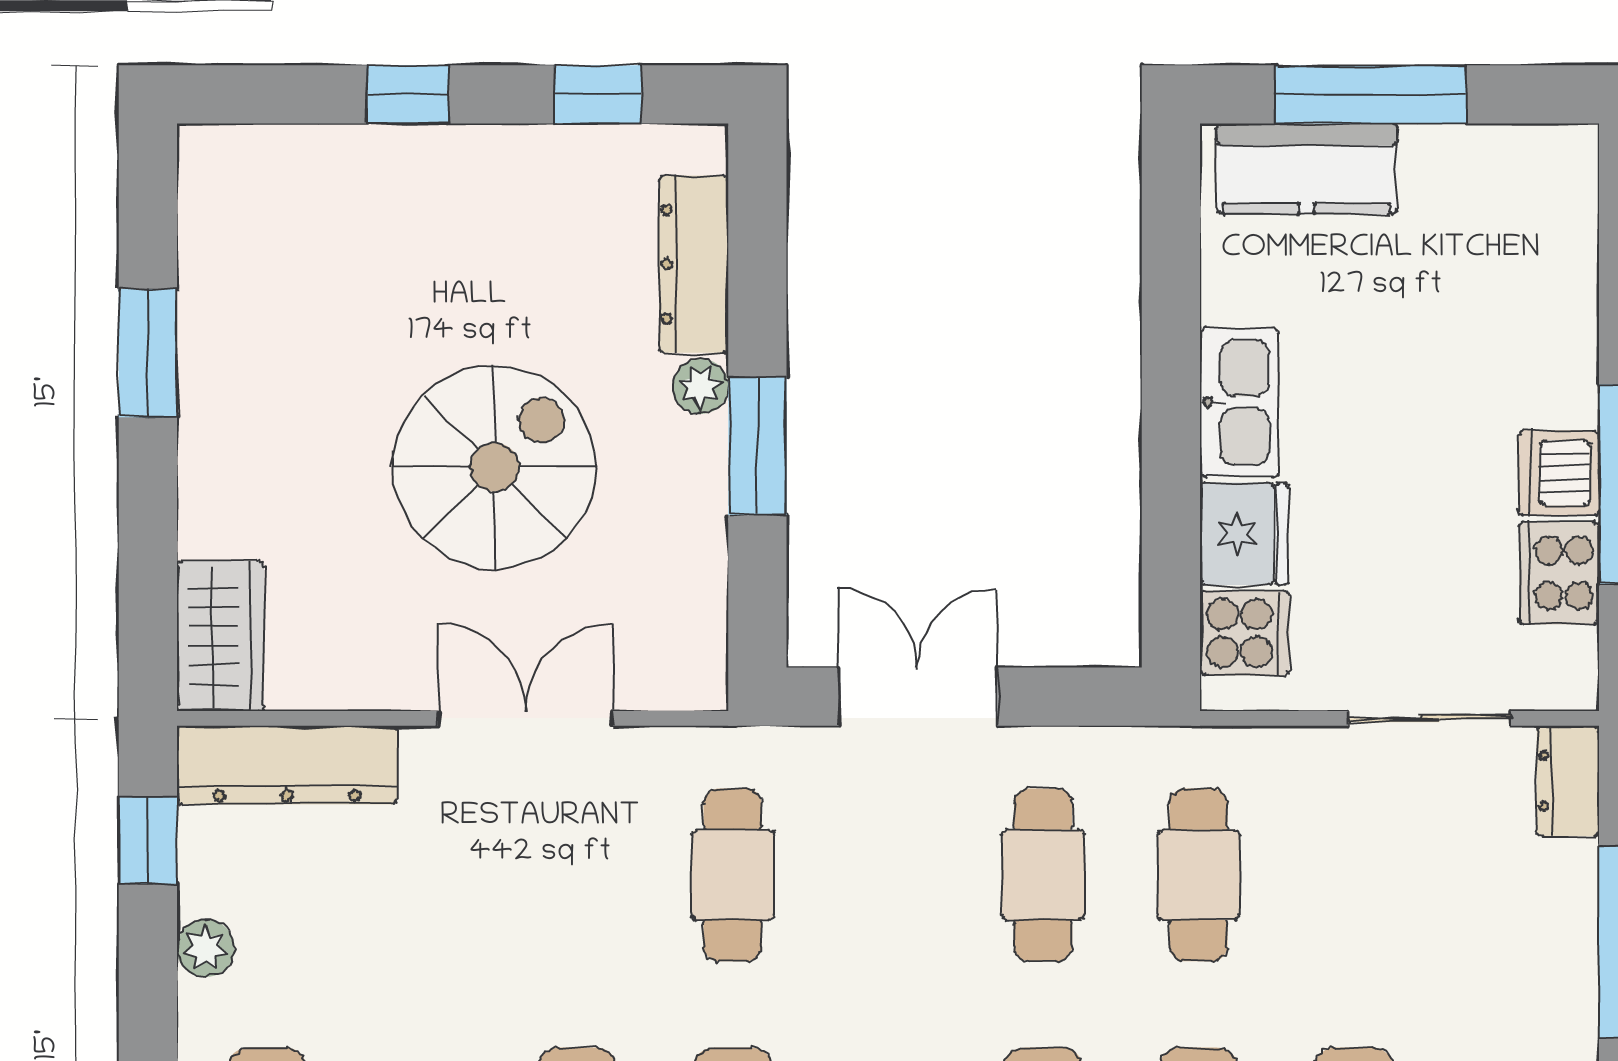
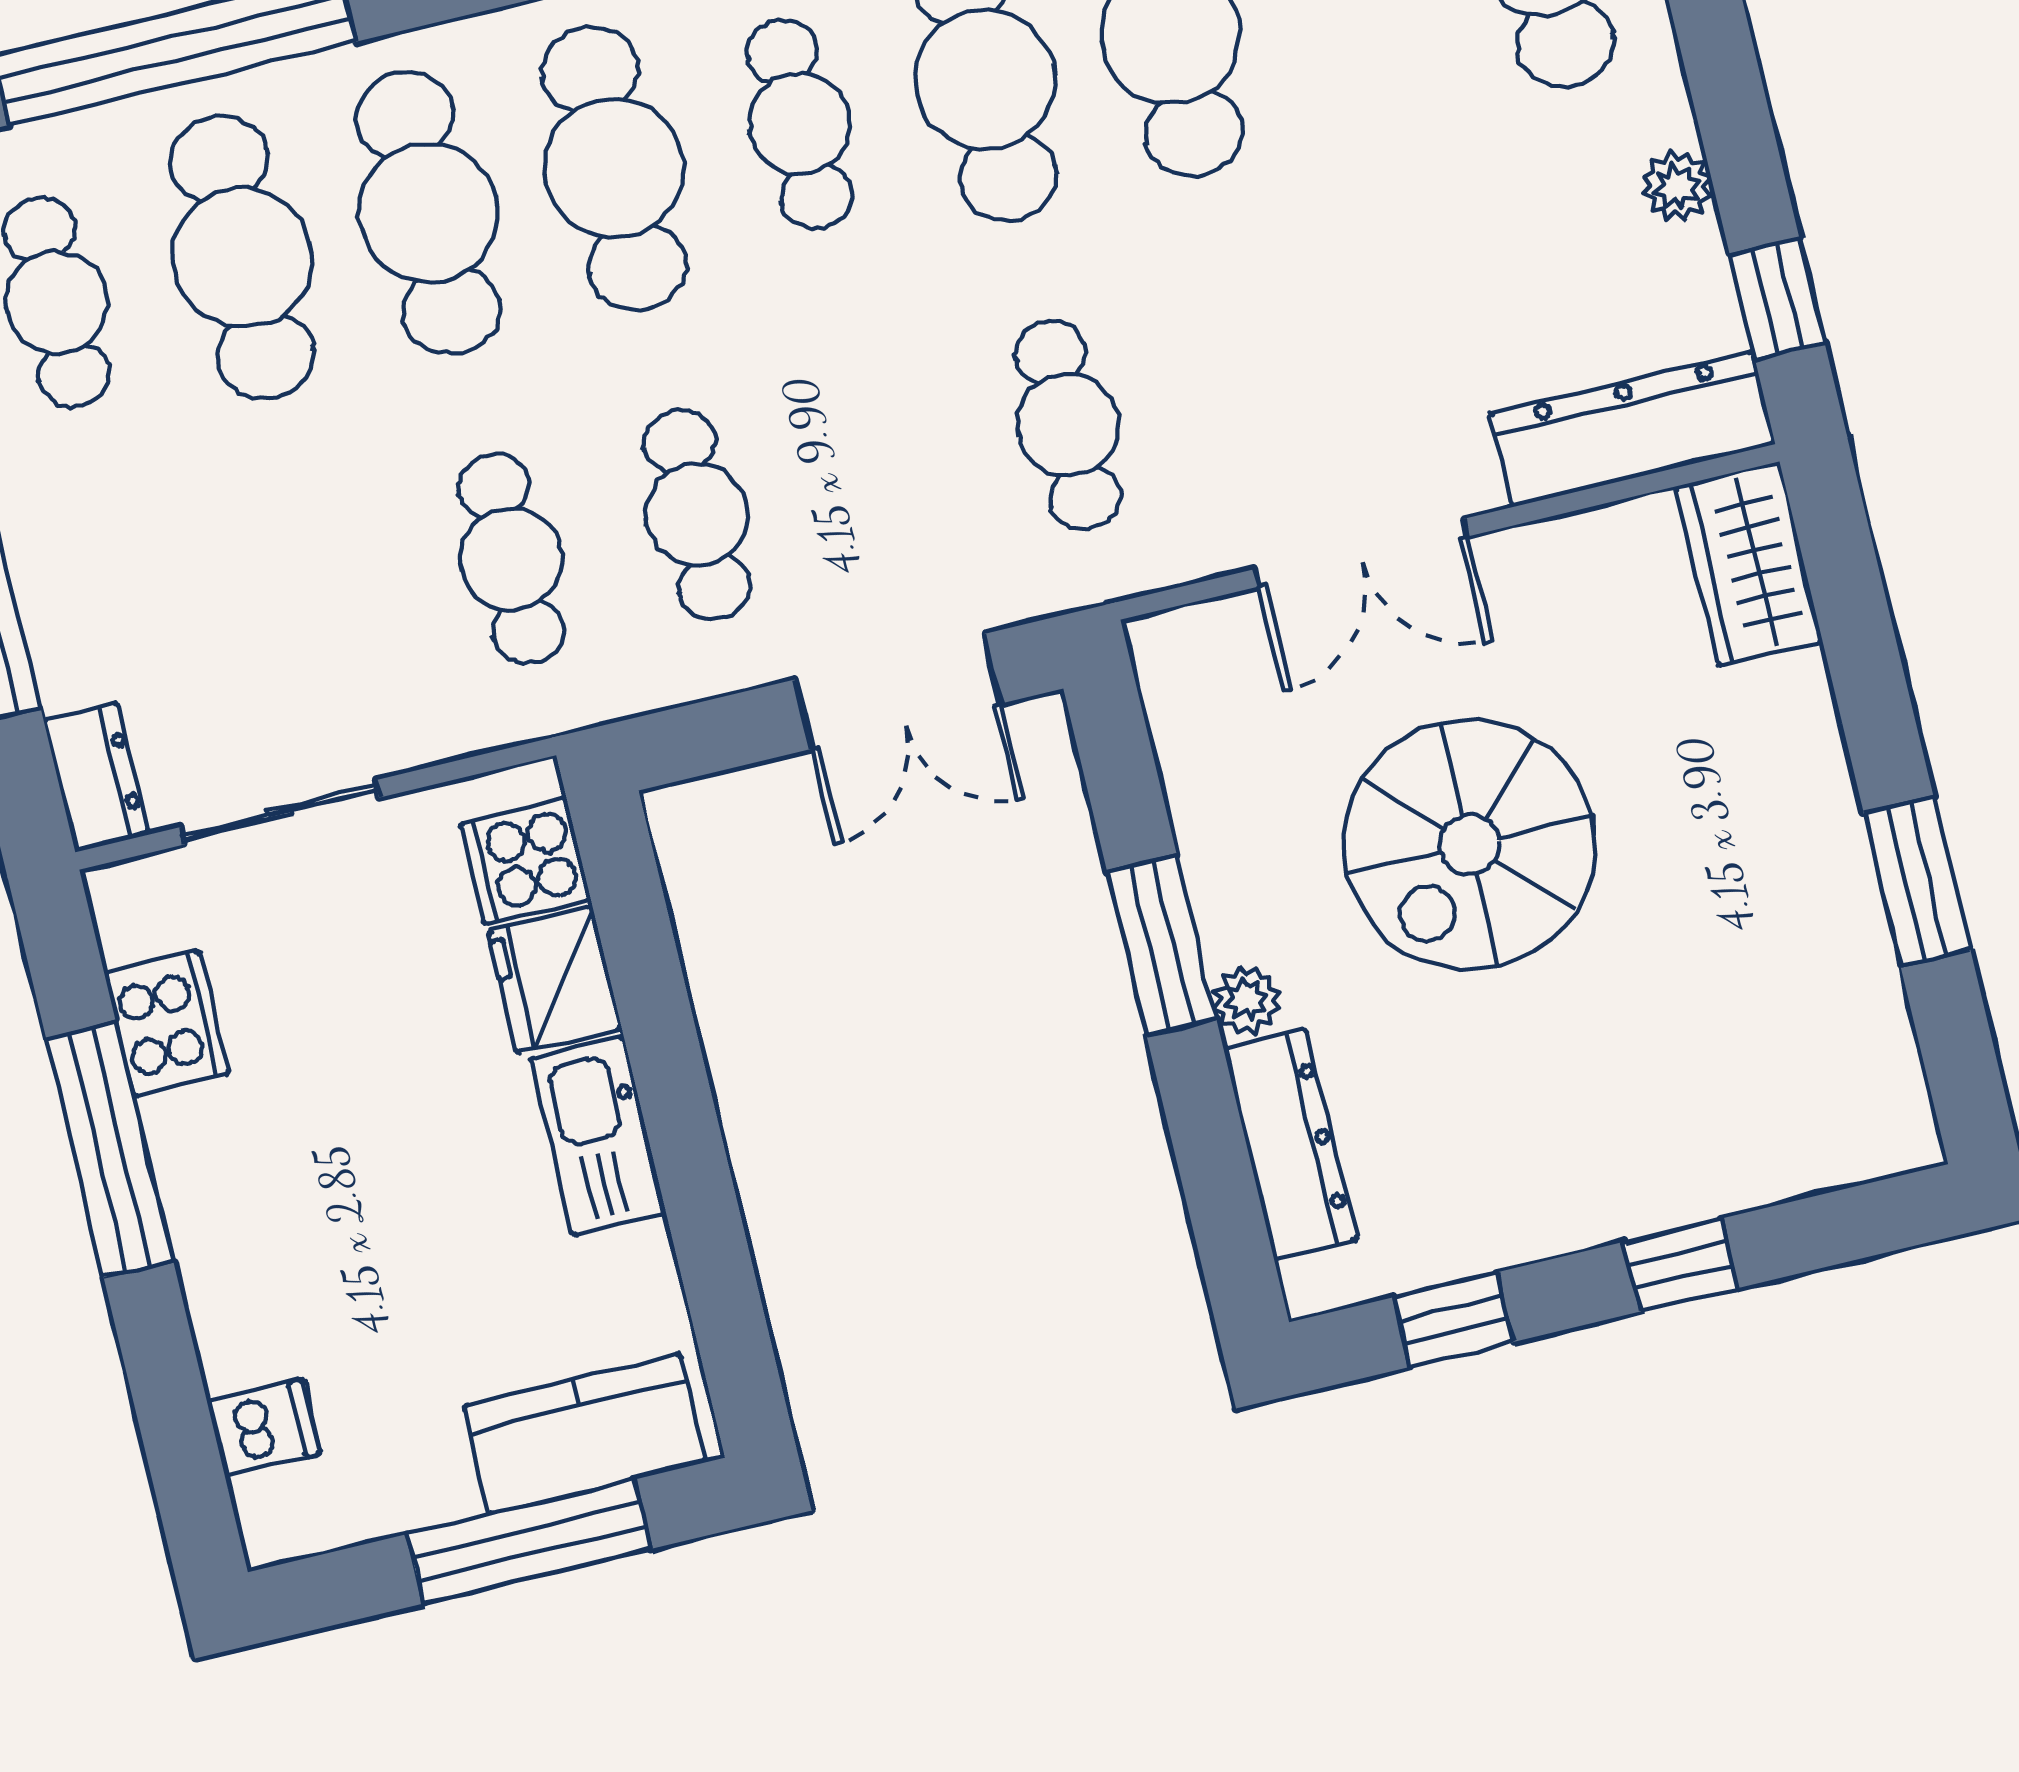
dishwasher: (1559, 473) -> (264, 1428), moved, width x0.73

